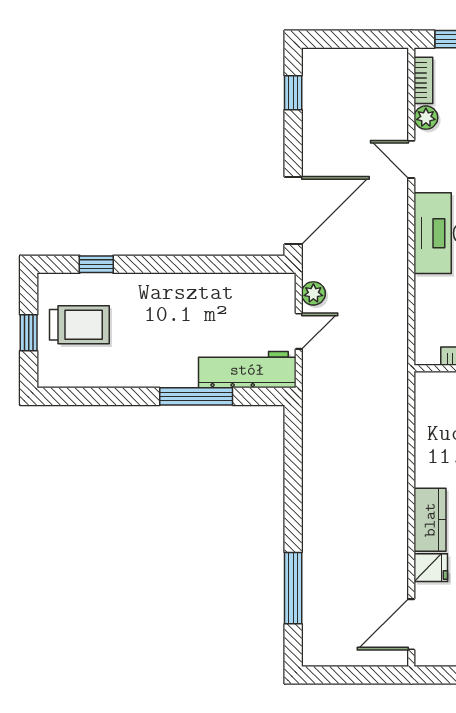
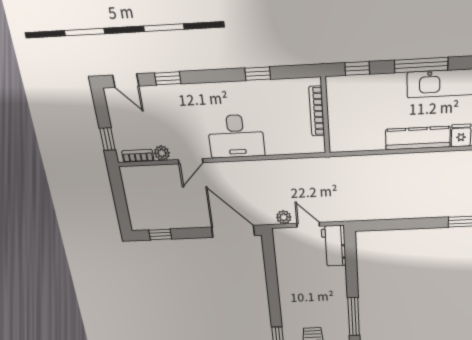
workbench: (247, 370) -> (334, 246), width x0.73
window: (196, 396) -> (354, 317), moved
kitchen counter: (430, 520) -> (418, 138), width x1.50

